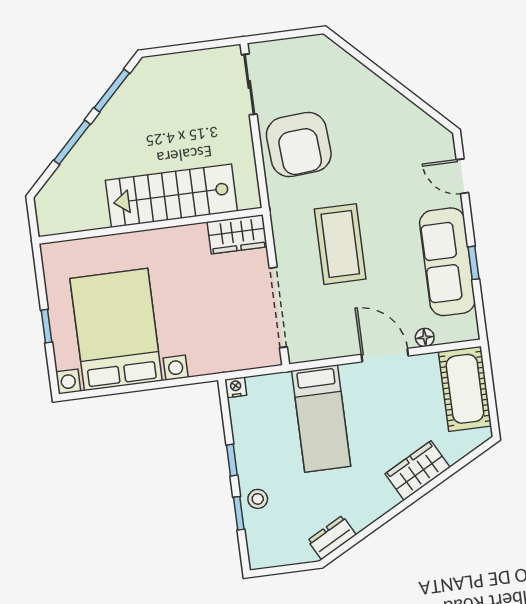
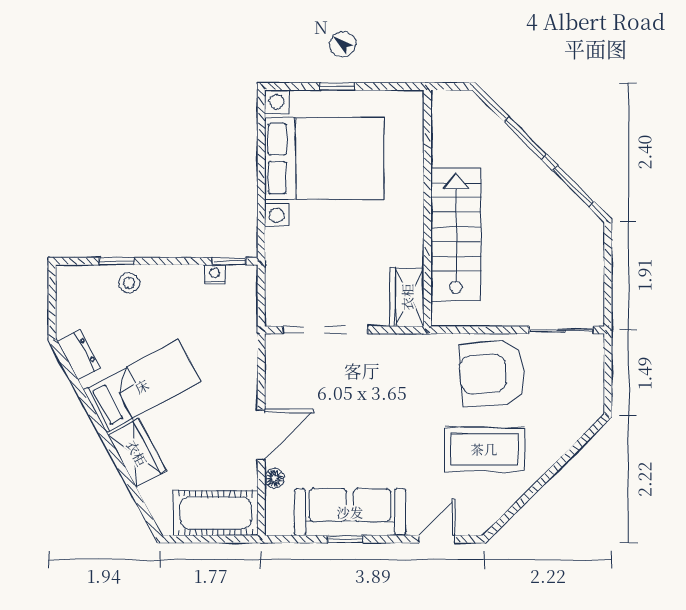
coffee table: (340, 244) -> (484, 449), moved
nightstand: (236, 387) -> (215, 274), moved, turned -90
bed: (321, 419) -> (142, 386), moved, turned 152
window: (232, 460) -> (229, 261), moved

